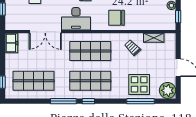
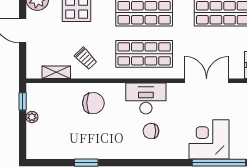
chair: (117, 18) -> (93, 103), moved
desk: (76, 19) -> (146, 98), moved

